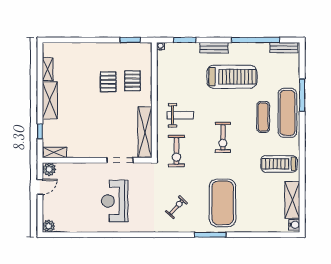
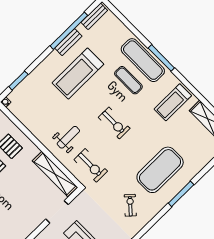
bench: (214, 48) -> (68, 42), moved
treadmill: (232, 77) -> (78, 74), turned 180
window: (302, 95) -> (161, 58), moved
exercise mat: (223, 203) -> (160, 170), turned 90
window: (210, 235) -> (181, 194), moved

